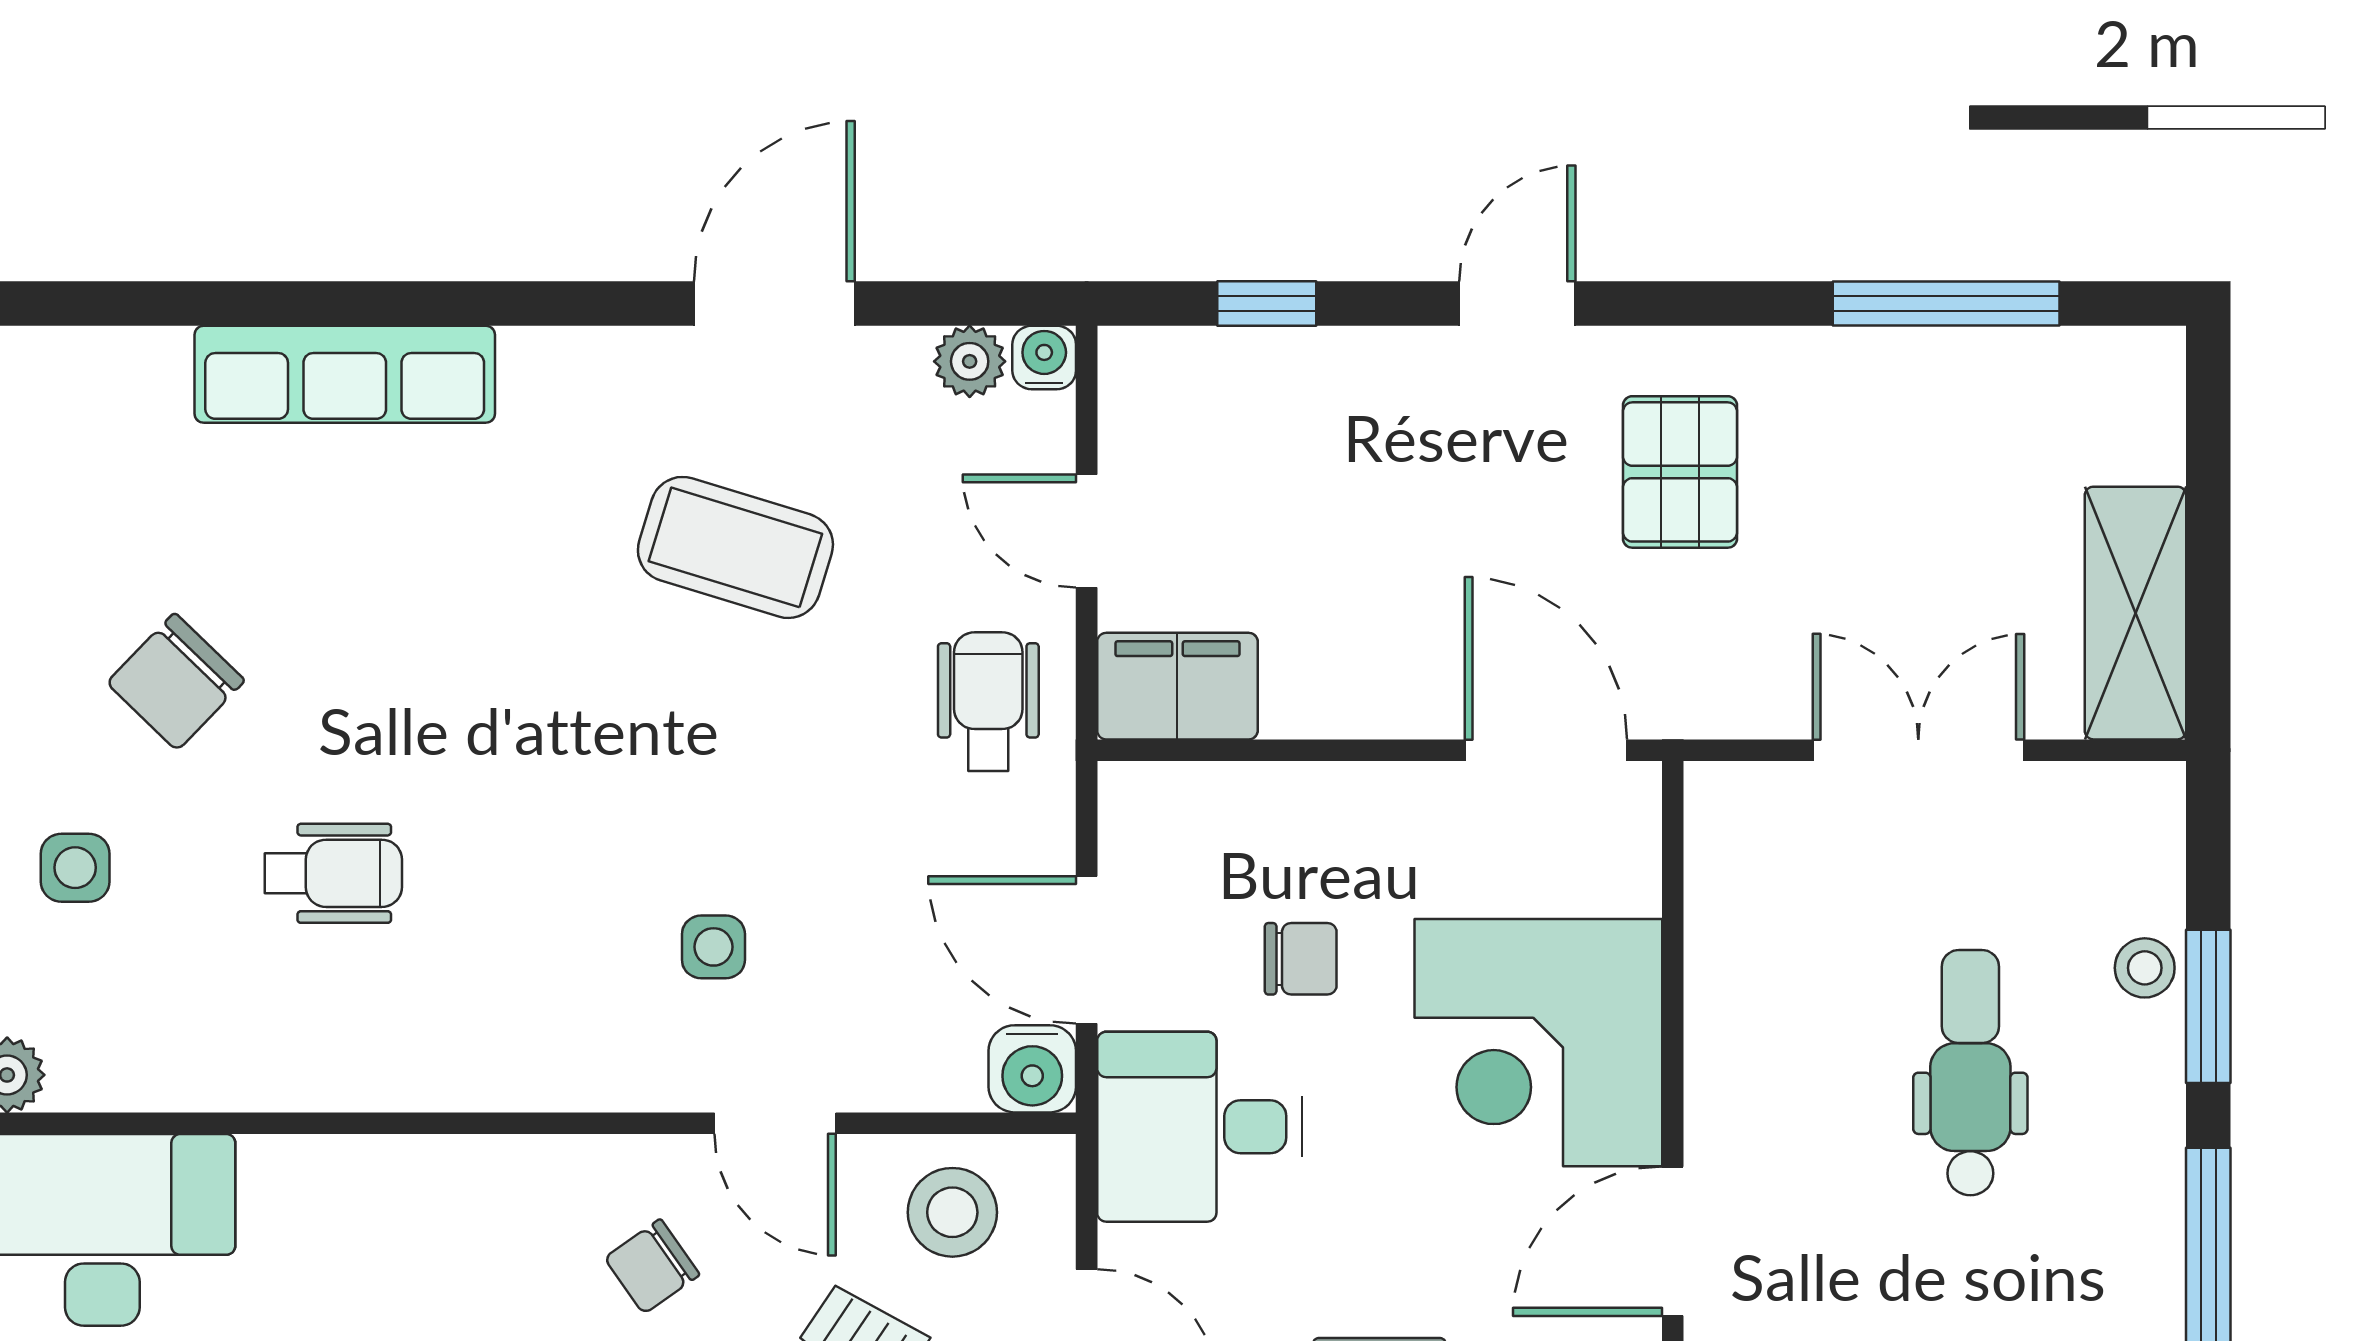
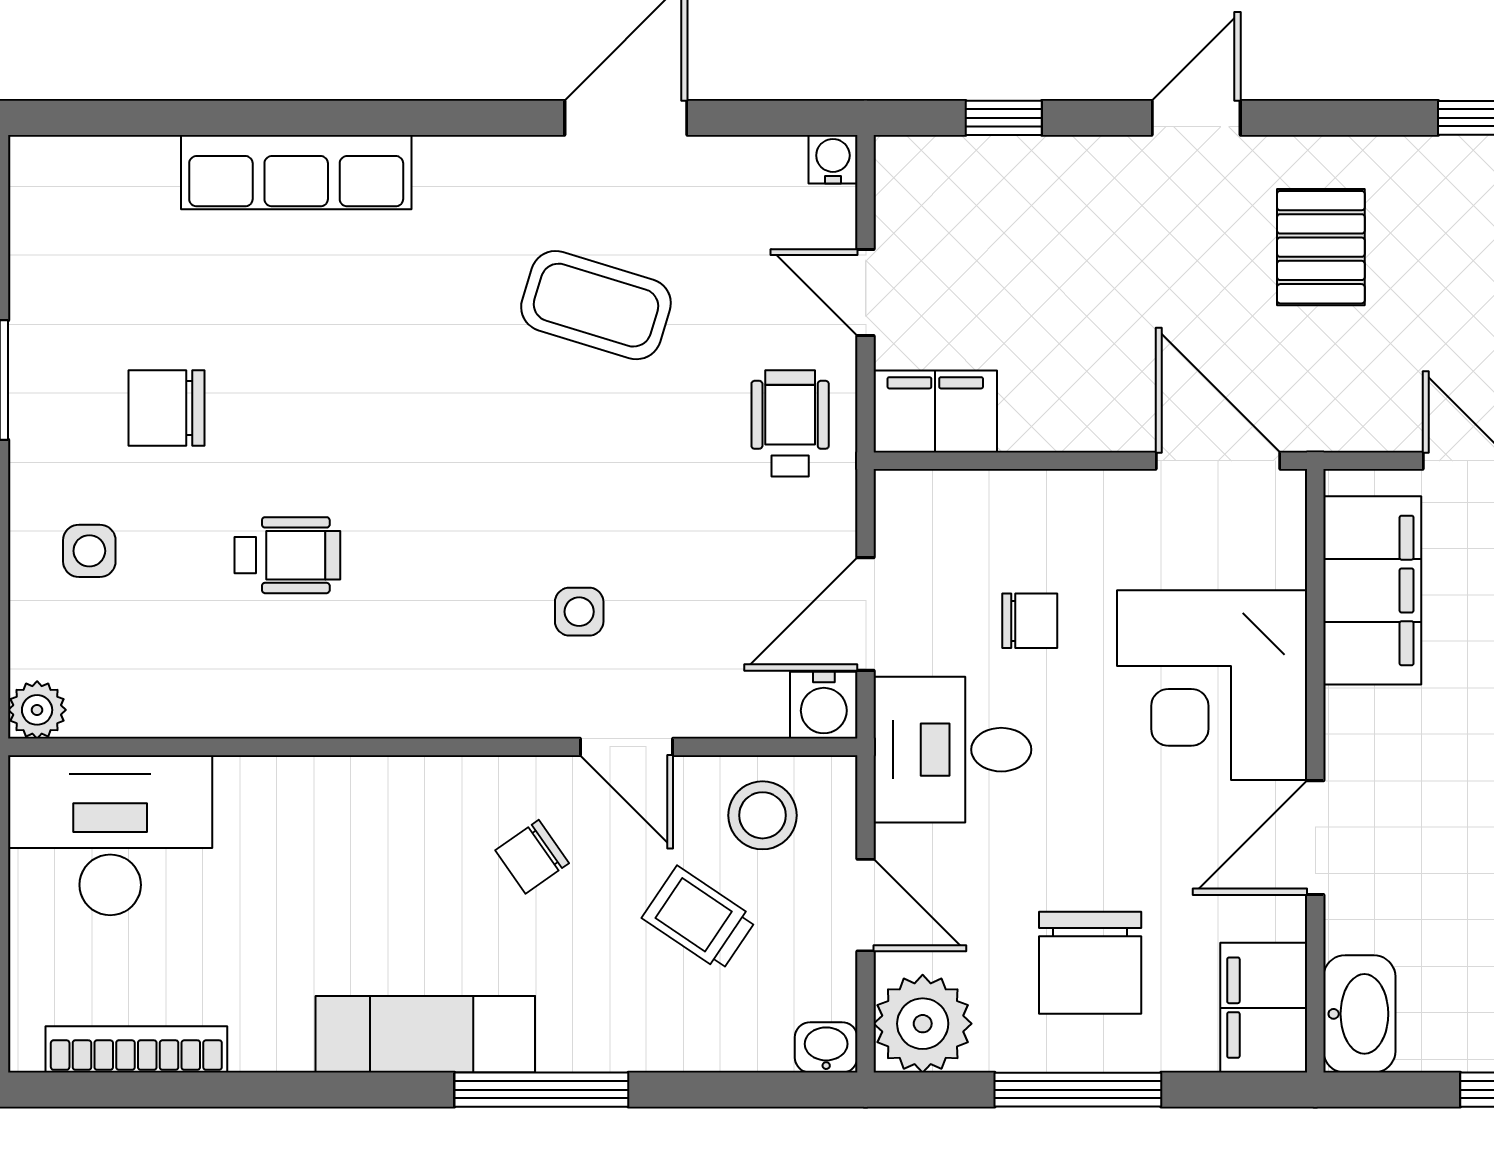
plant: (970, 361) -> (776, 162), removed
chair: (176, 682) -> (167, 408), turned 46
filing cabinet: (1747, 919) -> (1372, 590), added
door: (1087, 950) -> (866, 614), hinge flipped

